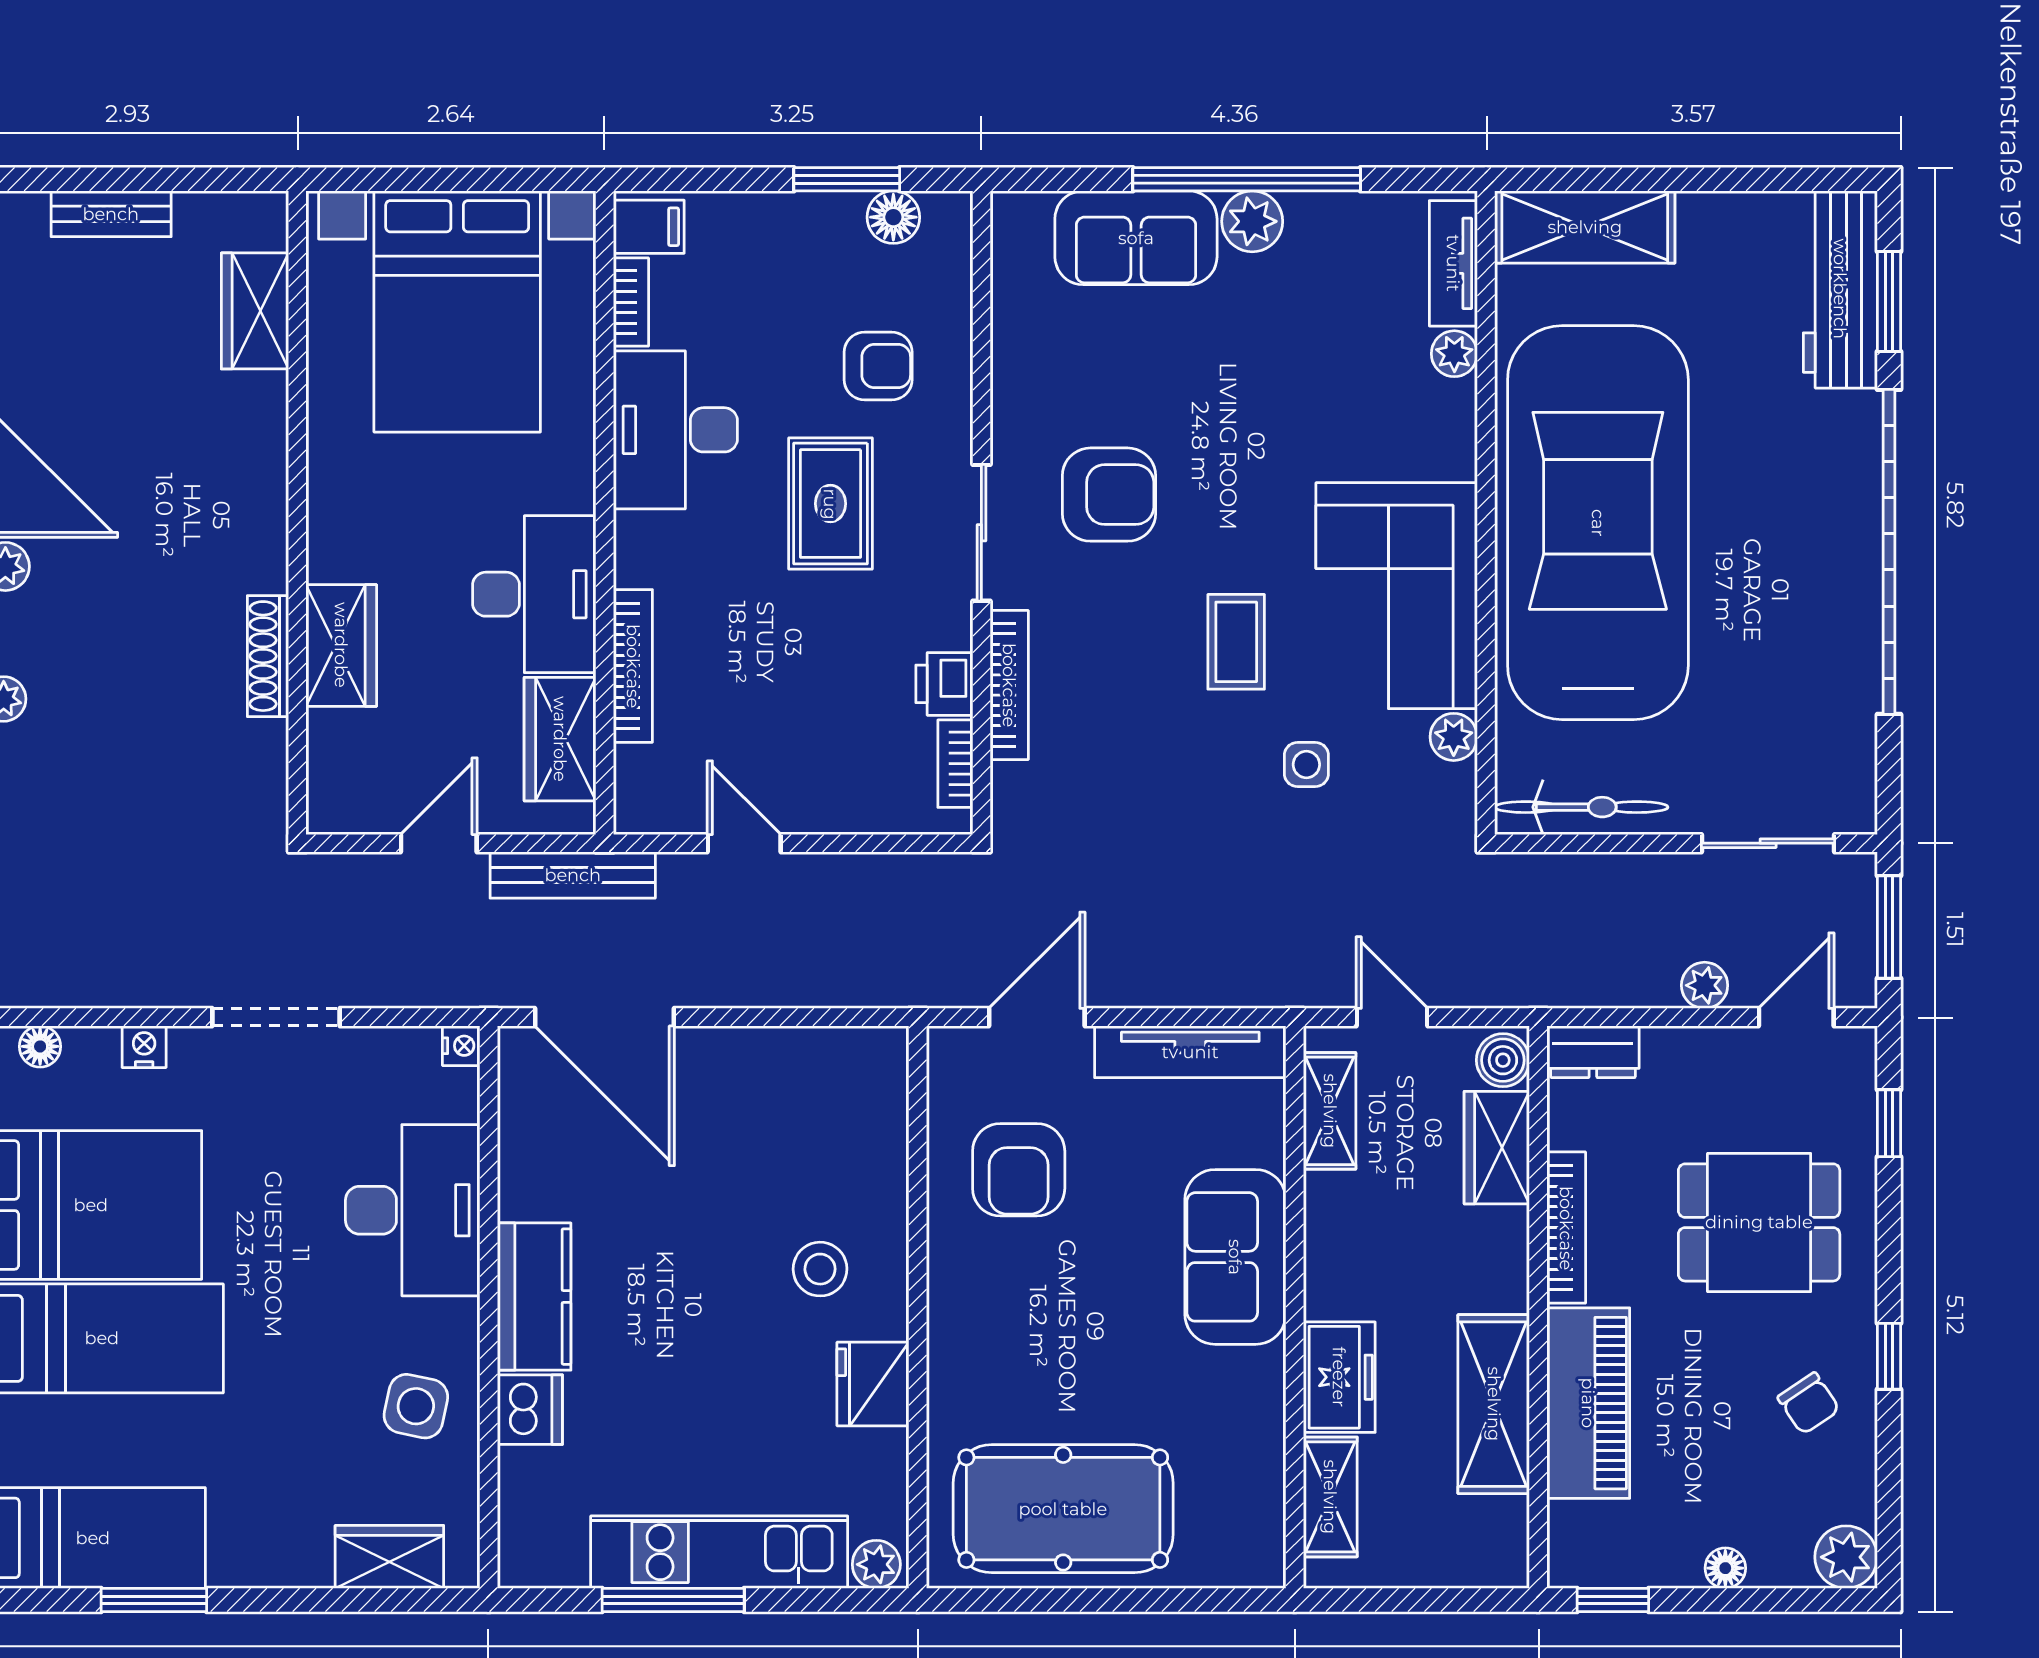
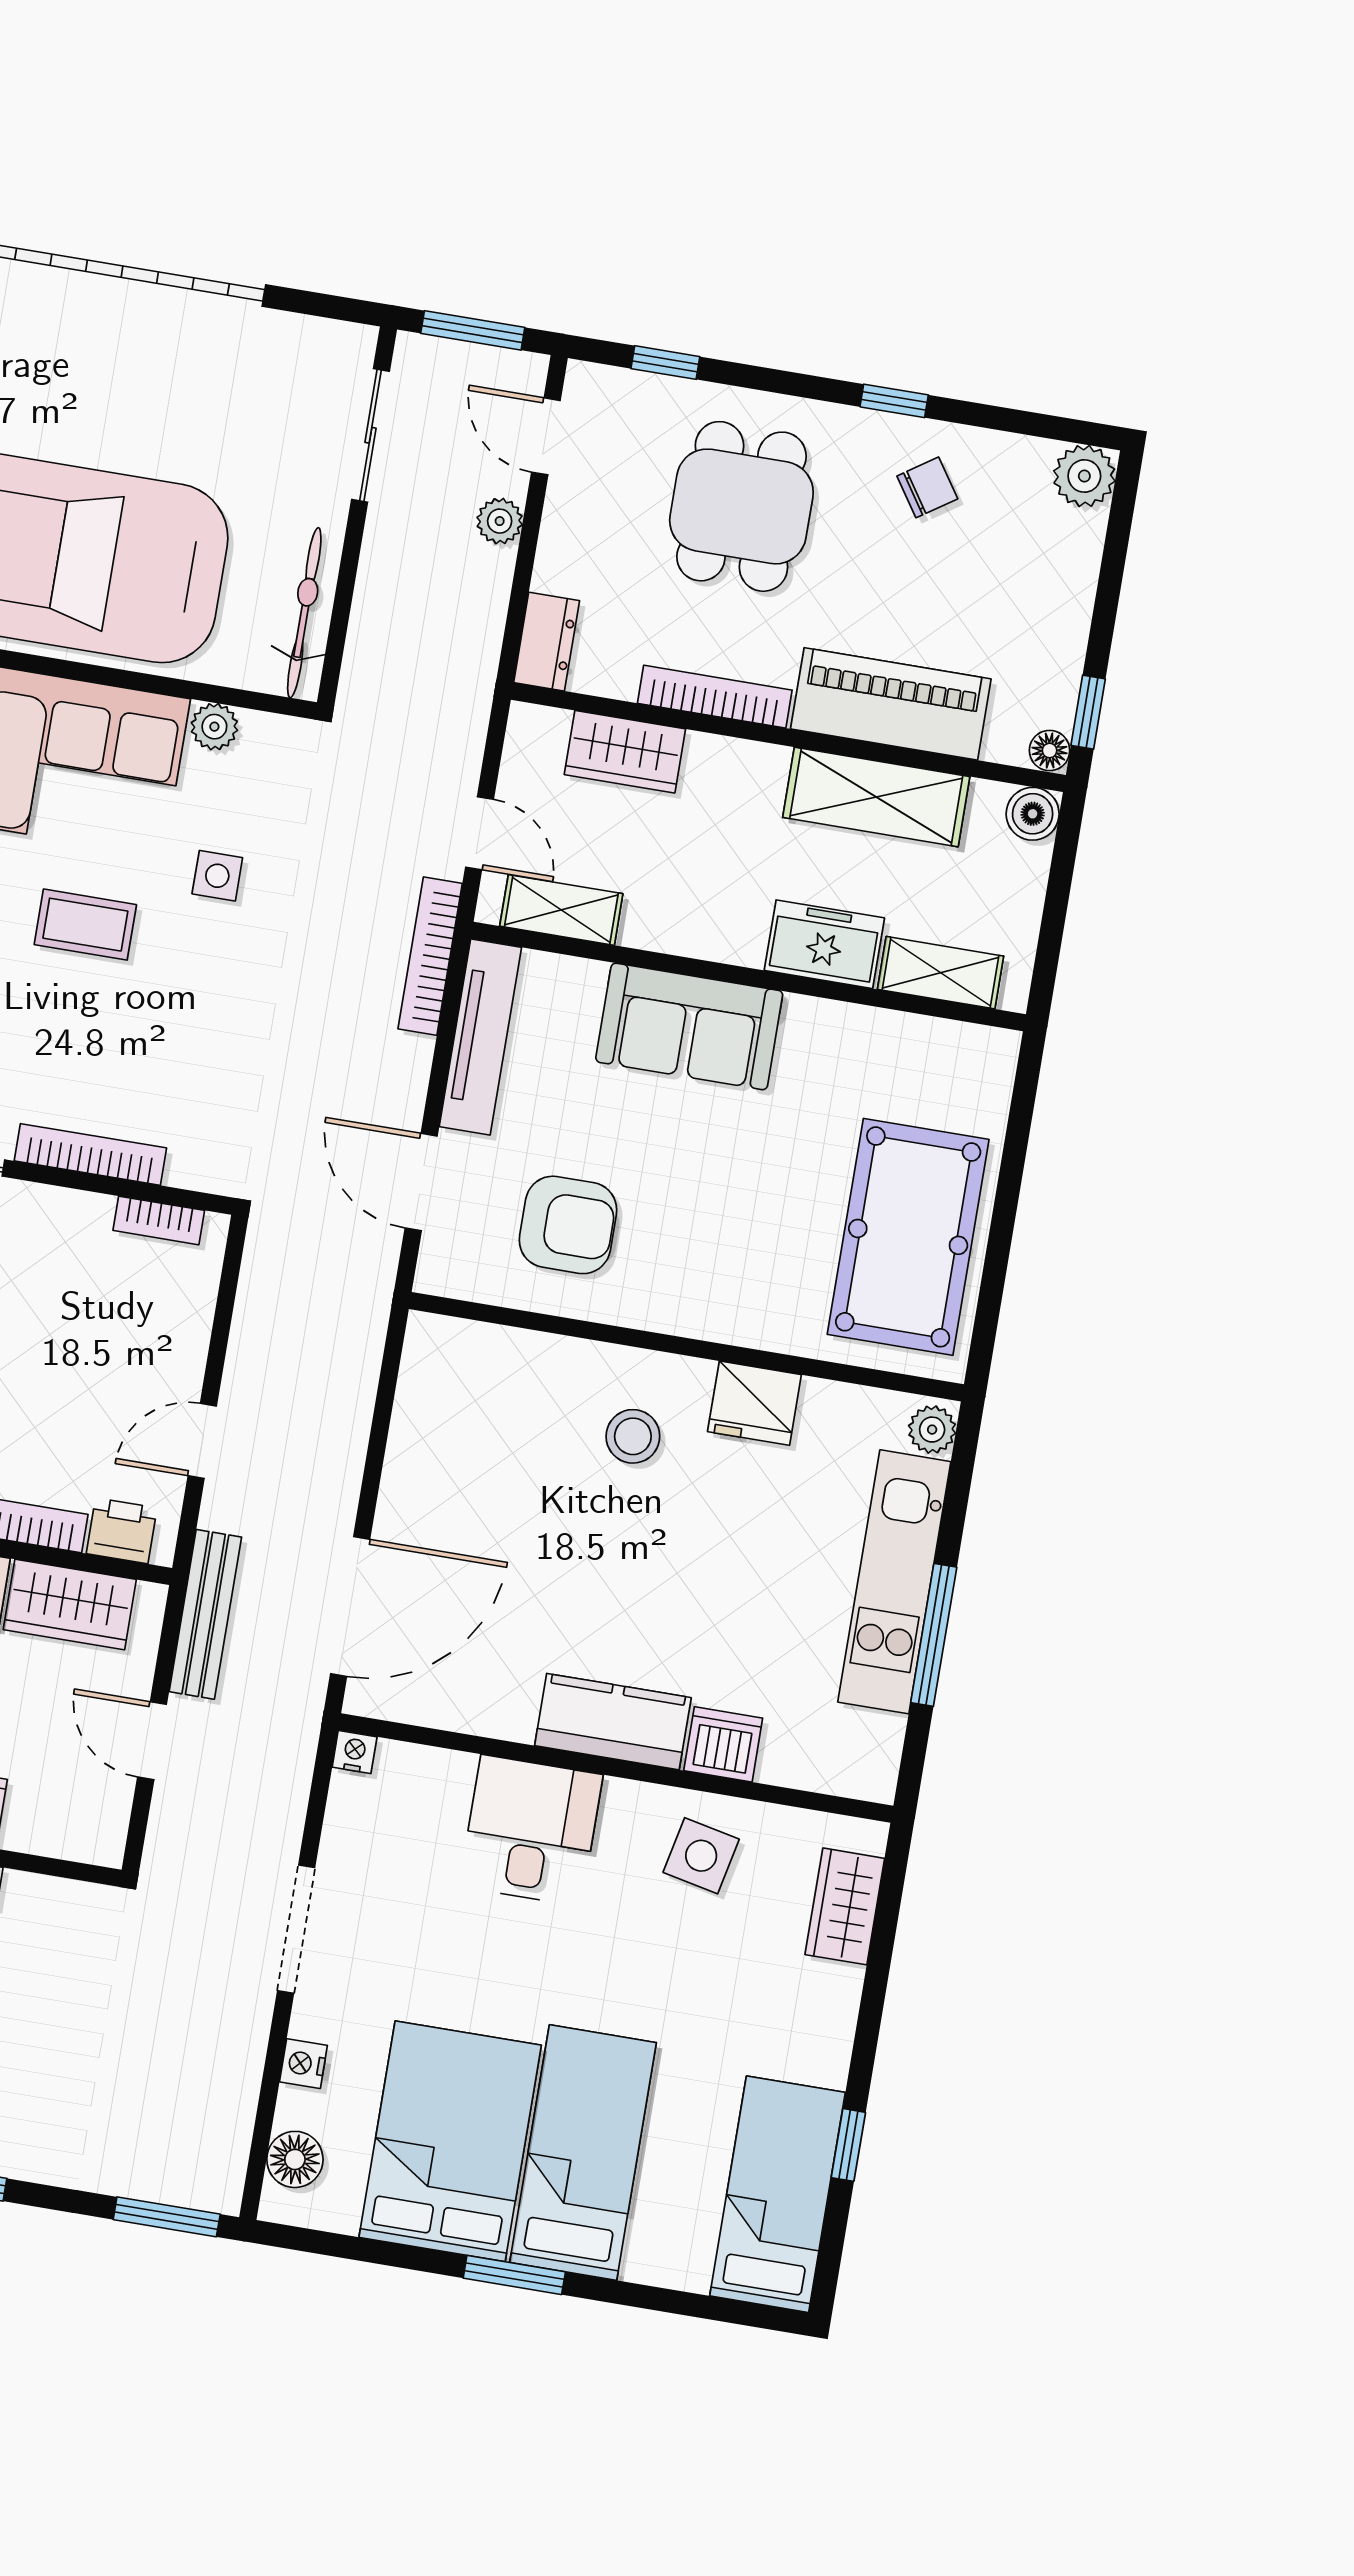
printer: (944, 684) -> (122, 1531), moved, turned 180
bookcase: (1262, 989) -> (430, 956), added
door: (1392, 1017) -> (480, 833), swing flipped
floor lamp: (40, 1046) -> (295, 2159), width x1.37, depth x1.37
boiler: (1503, 1060) -> (1033, 814), moved
desk: (413, 1210) -> (531, 1831), width x0.73
floor lamp: (1725, 1568) -> (1050, 751), moved
window: (154, 1600) -> (848, 2145), width x0.67

